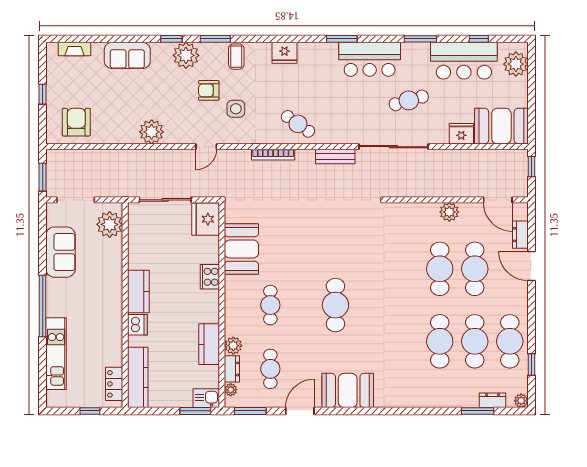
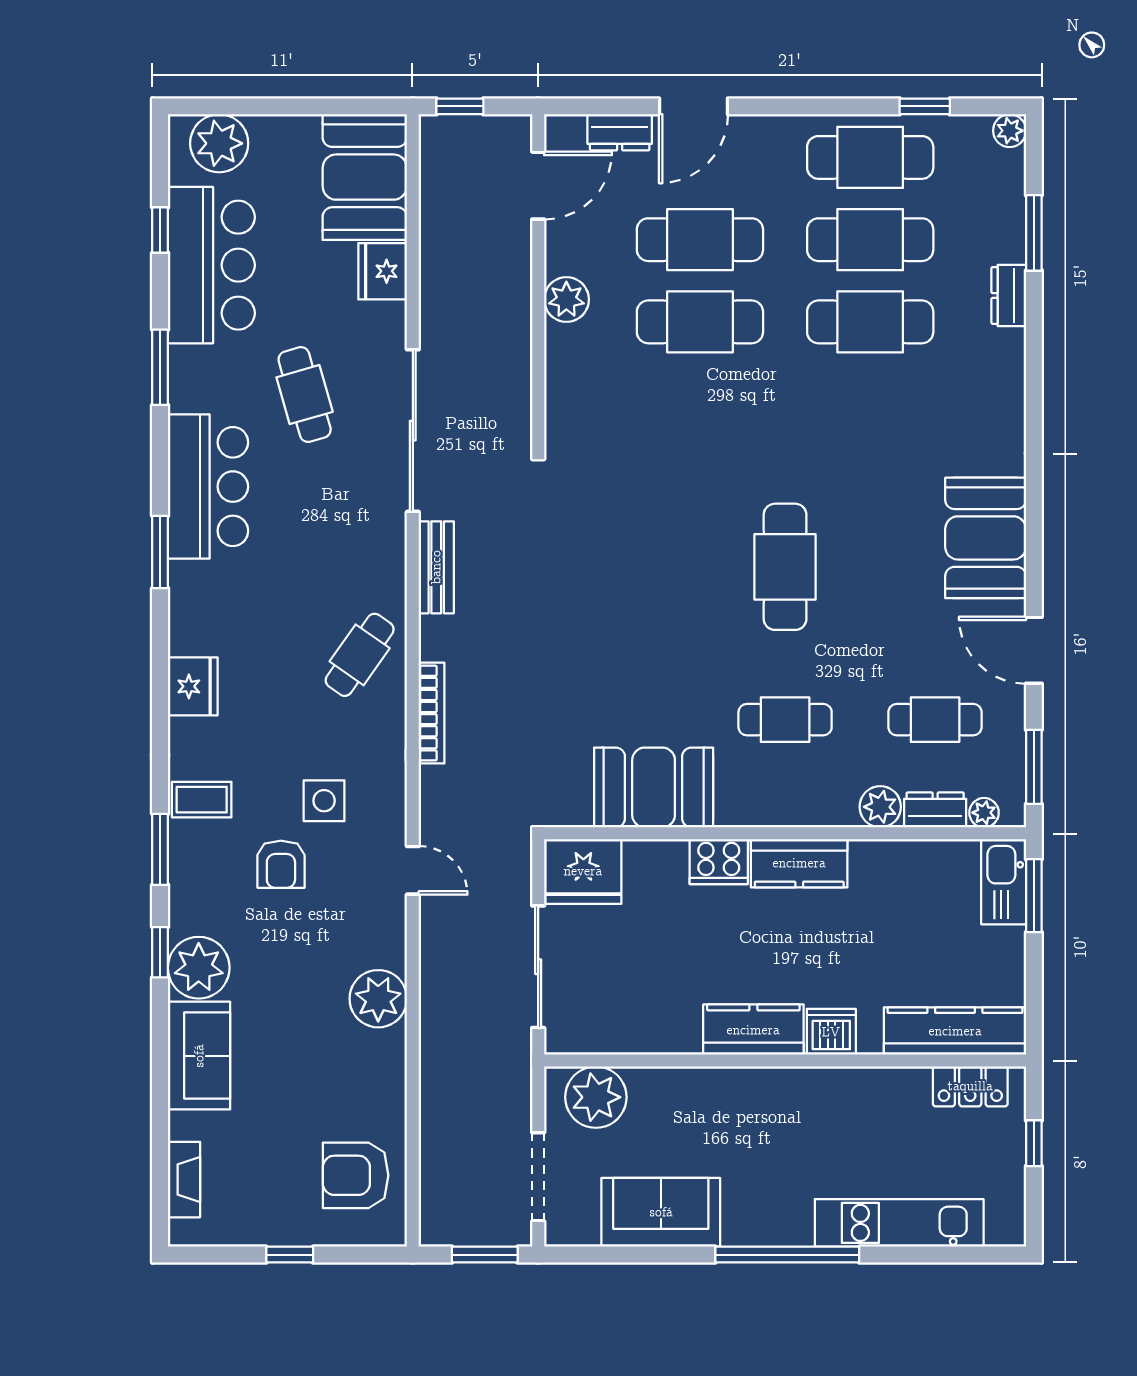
plant: (186, 55) -> (199, 968), moved
cafe table: (335, 305) -> (785, 567), turned 90
kitchen counter: (209, 344) -> (799, 863), moved
kitchen sink: (206, 398) -> (1004, 882), width x1.38
dresser: (493, 400) -> (1009, 295), moved

